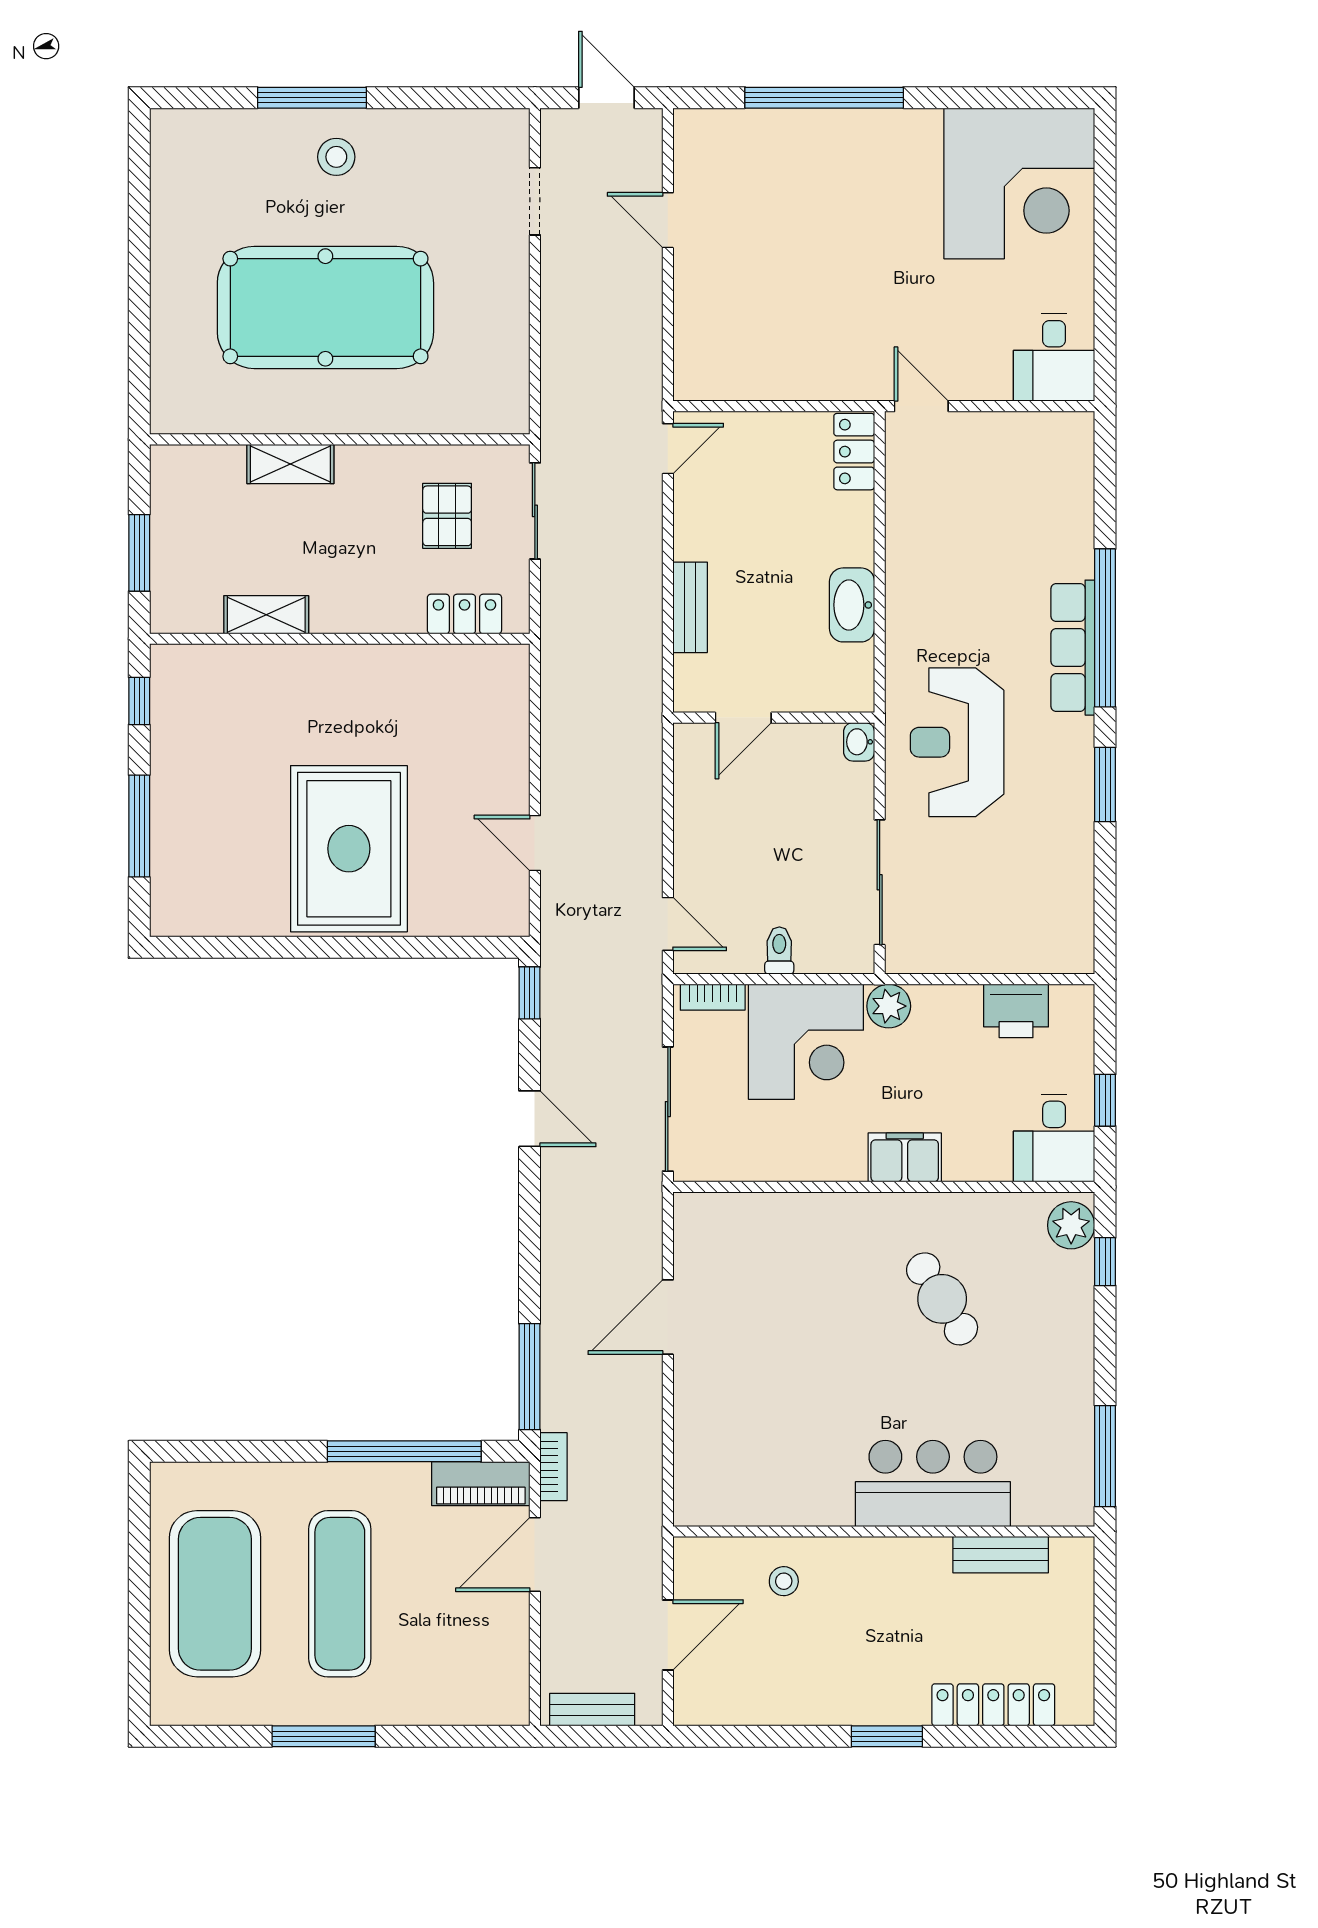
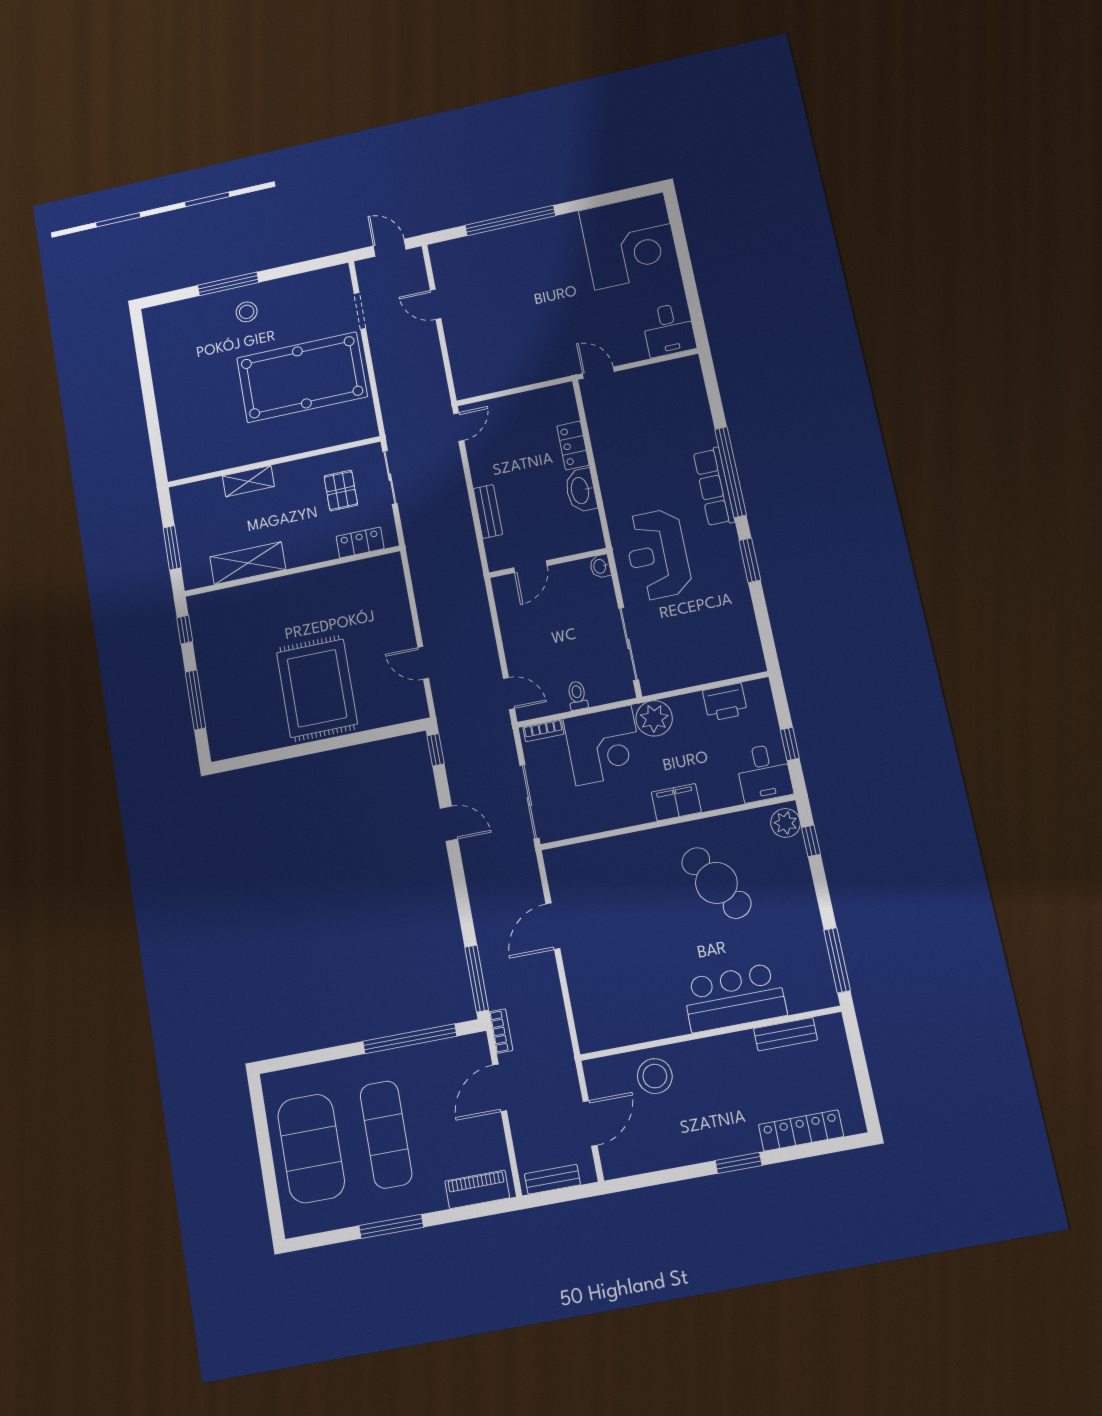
pool table: (325, 307) -> (302, 377), moved
locker: (854, 452) -> (573, 445), moved
shelving: (266, 615) -> (248, 563), width x1.50, depth x1.33
plant: (889, 1006) -> (654, 718), width x1.36, depth x1.36
cafe table: (942, 1299) -> (716, 883), width x1.37, depth x1.35
piano: (481, 1484) -> (477, 1189), moved, turned 180
stool: (784, 1581) -> (655, 1076), width x1.89, depth x1.89

